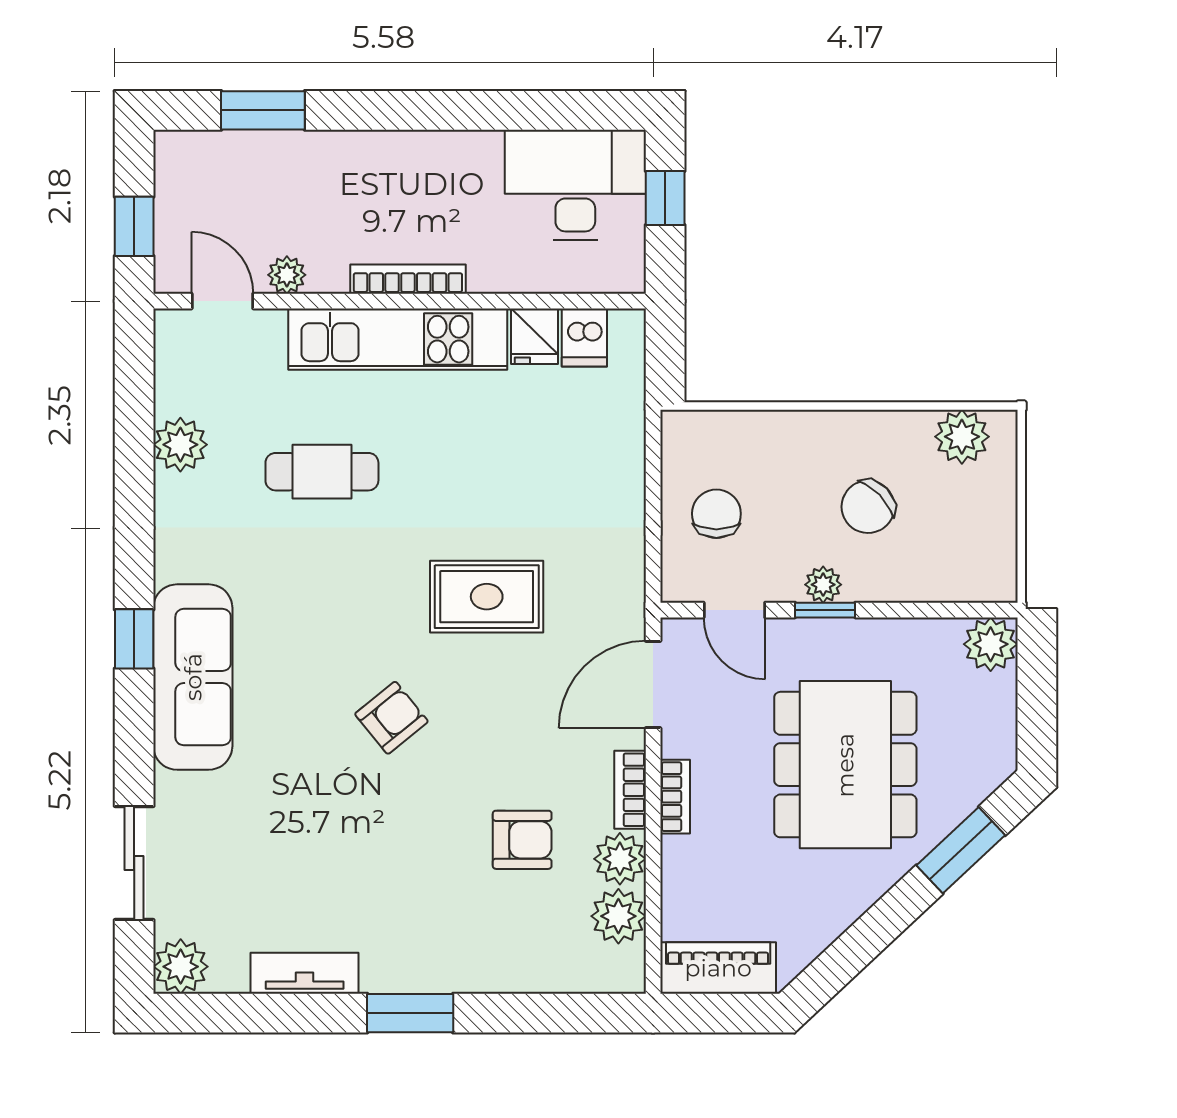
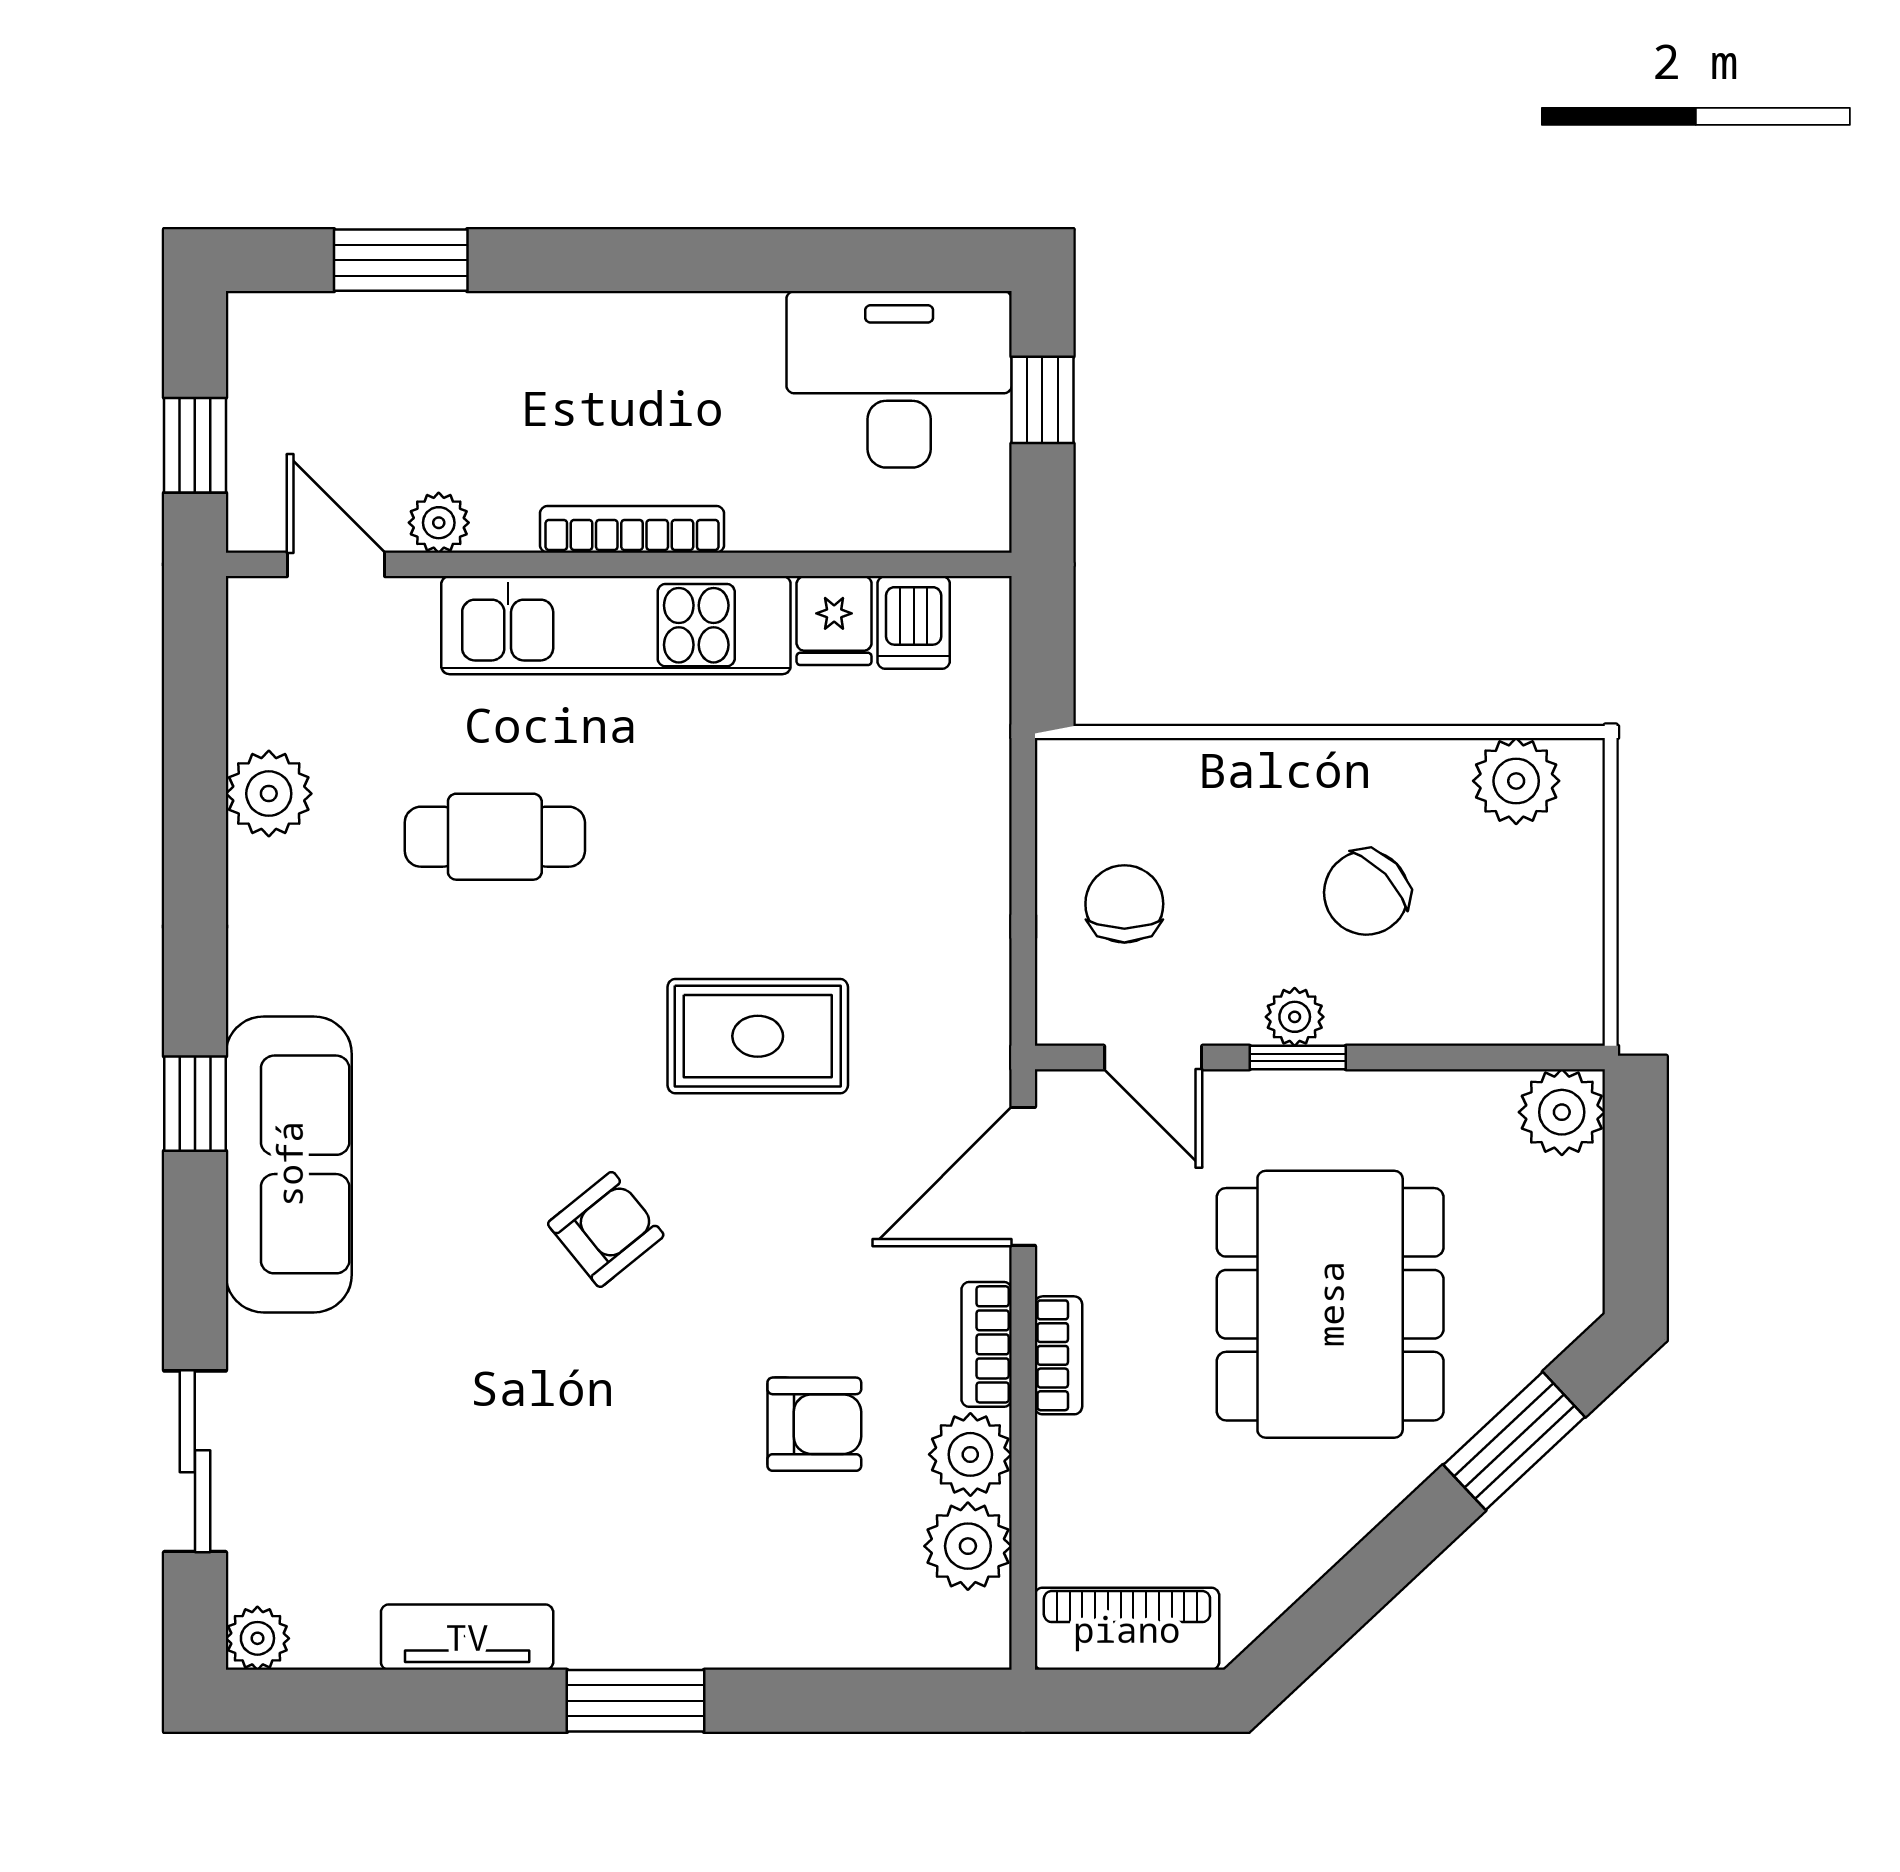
plant: (181, 967) -> (257, 1638), width x0.73, depth x0.73

